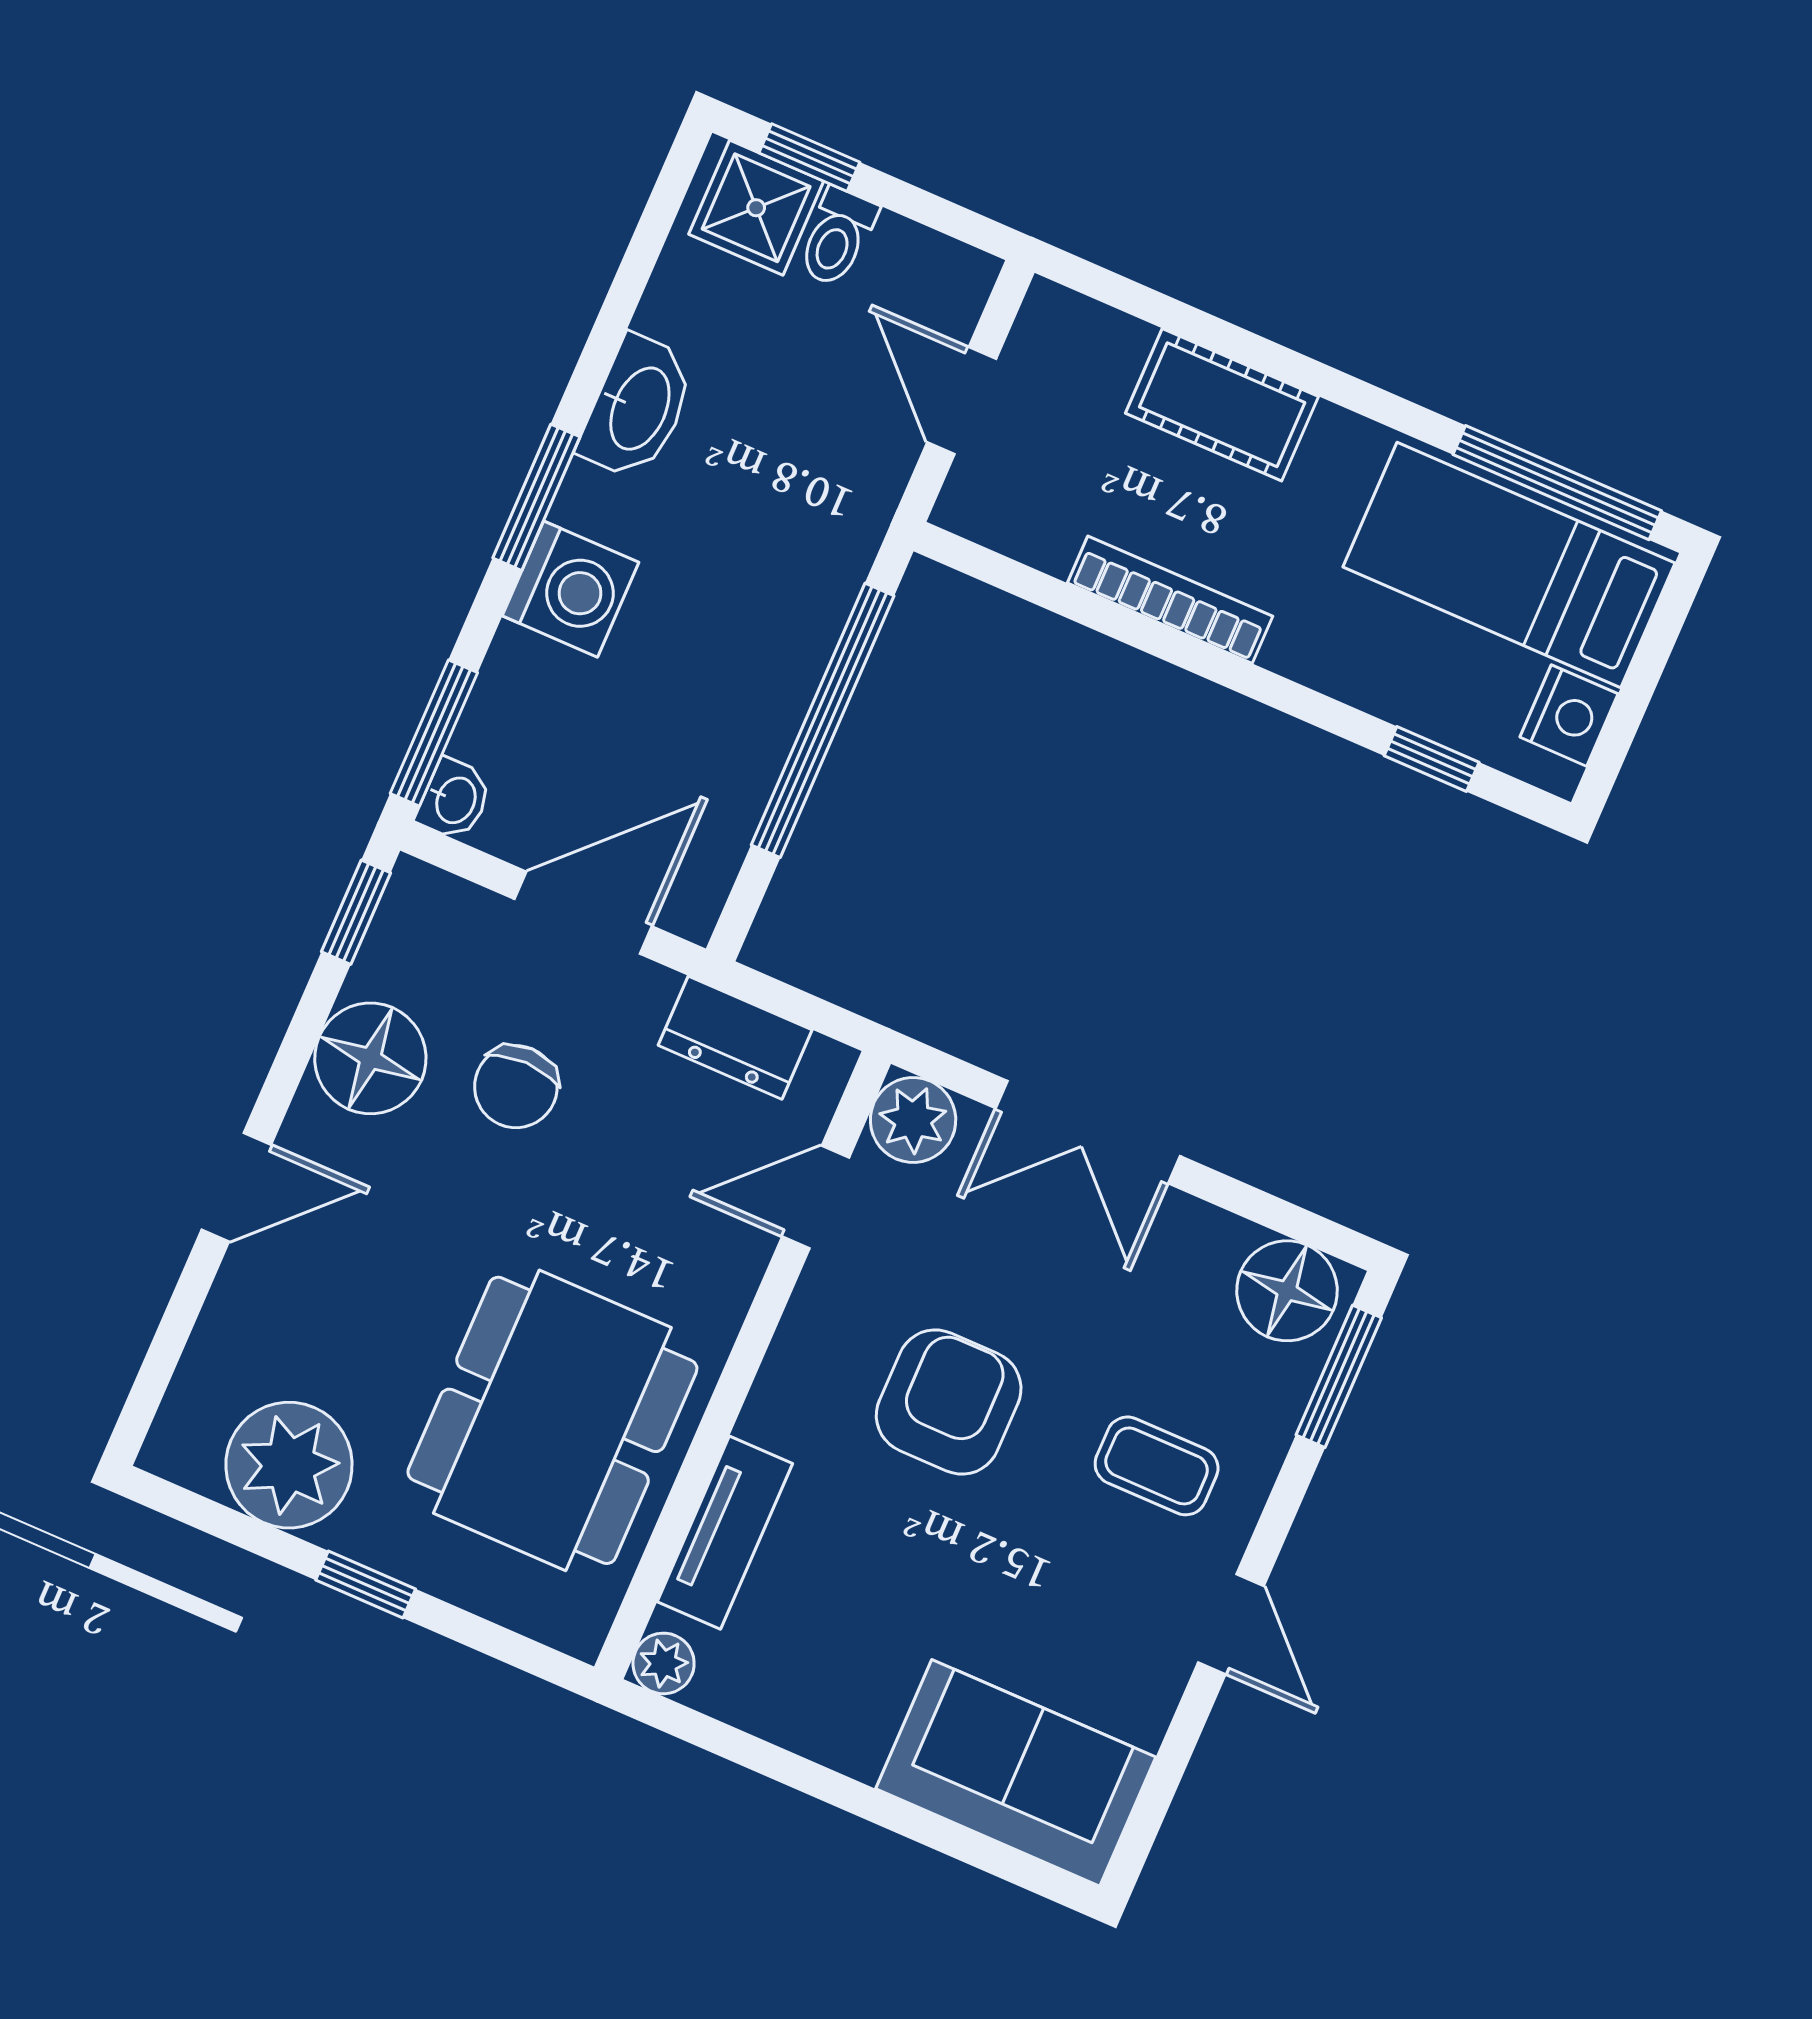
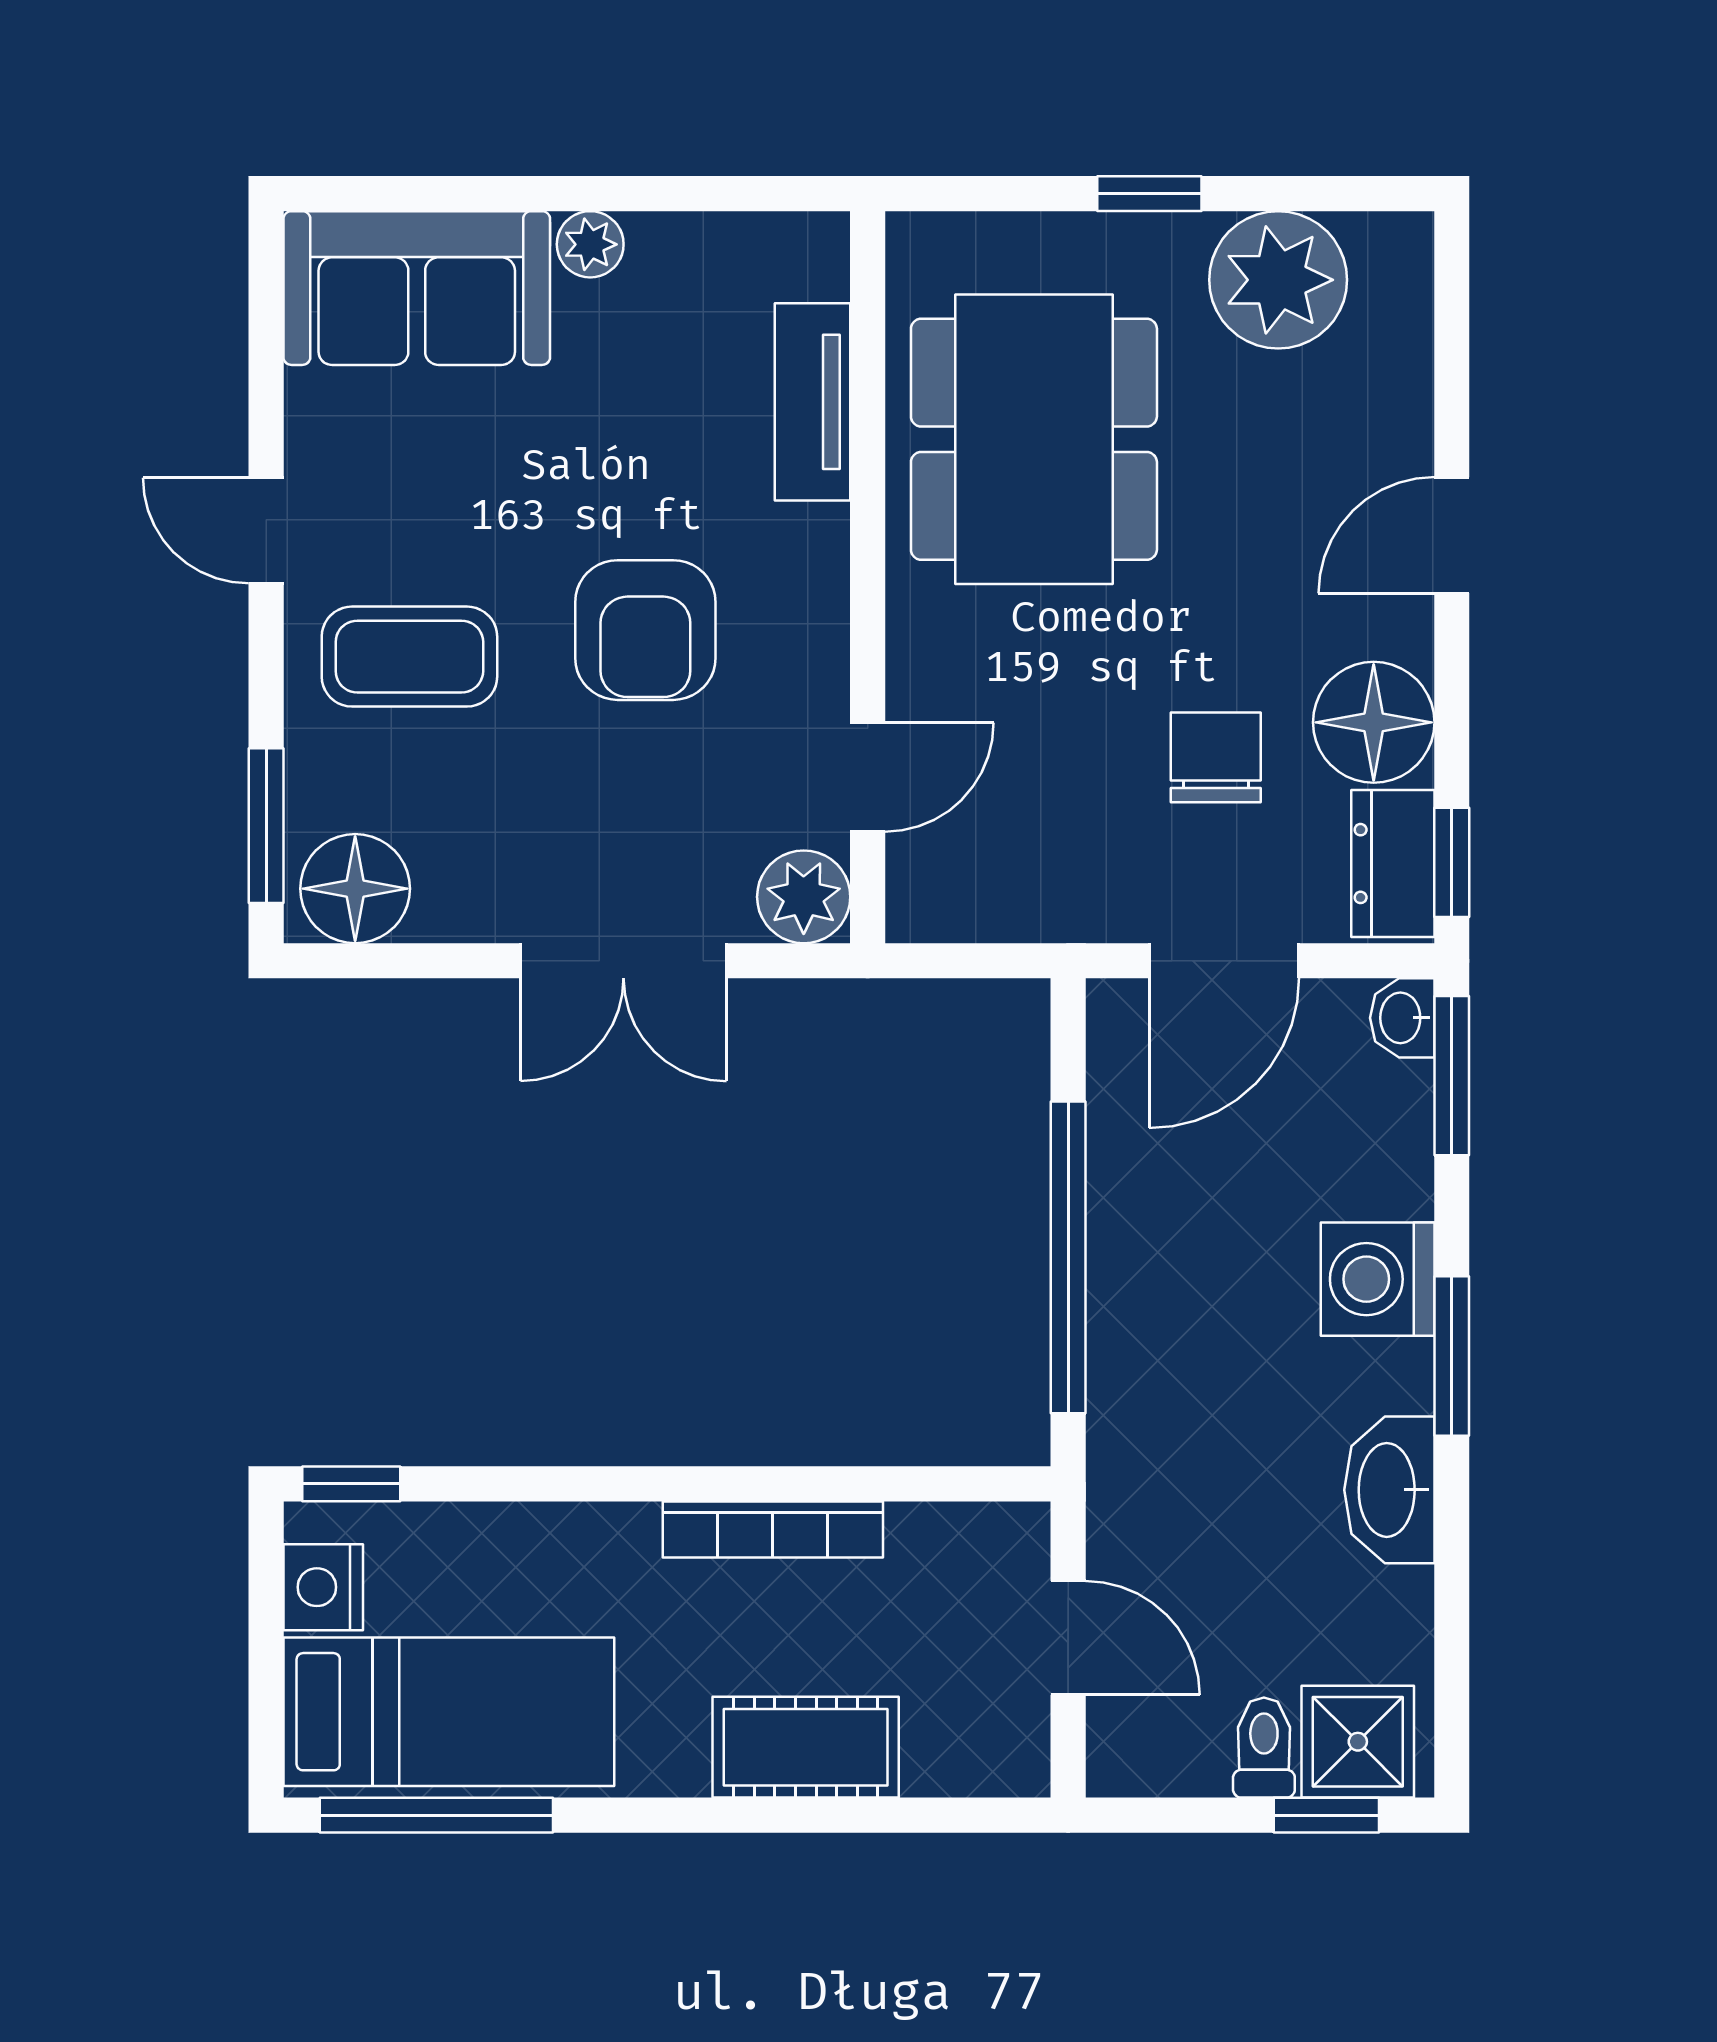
window: (1432, 759) -> (351, 1484), moved
dresser: (735, 1038) -> (1393, 864), moved, turned -90
double door: (1088, 1132) -> (623, 961), swing flipped
coffee table: (1157, 1466) -> (409, 657), width x1.36, depth x1.30
plant: (664, 1663) -> (590, 244), moved

